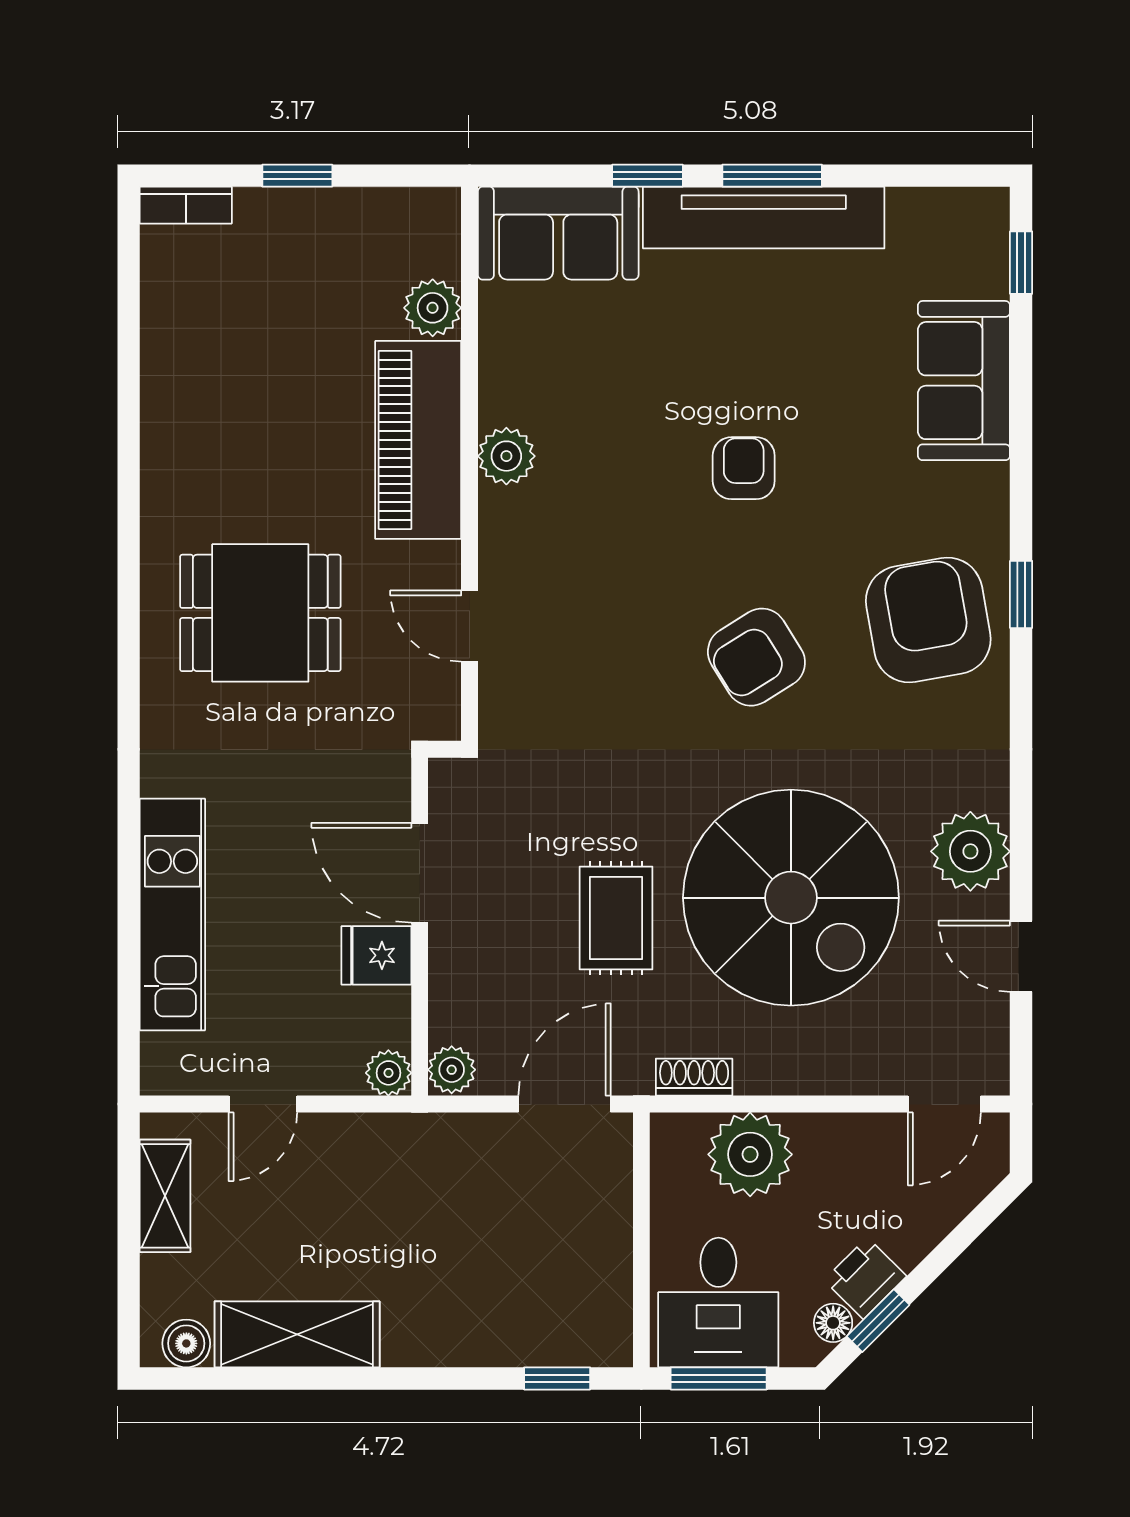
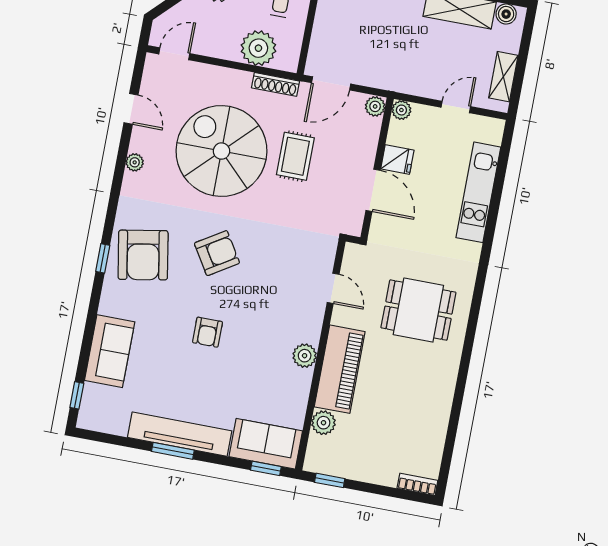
window: (297, 176) -> (330, 480), moved
window: (648, 176) -> (266, 468), moved
plant: (970, 851) -> (135, 162), width x0.53, depth x0.53
shoe rack: (694, 1077) -> (276, 84), width x1.43

